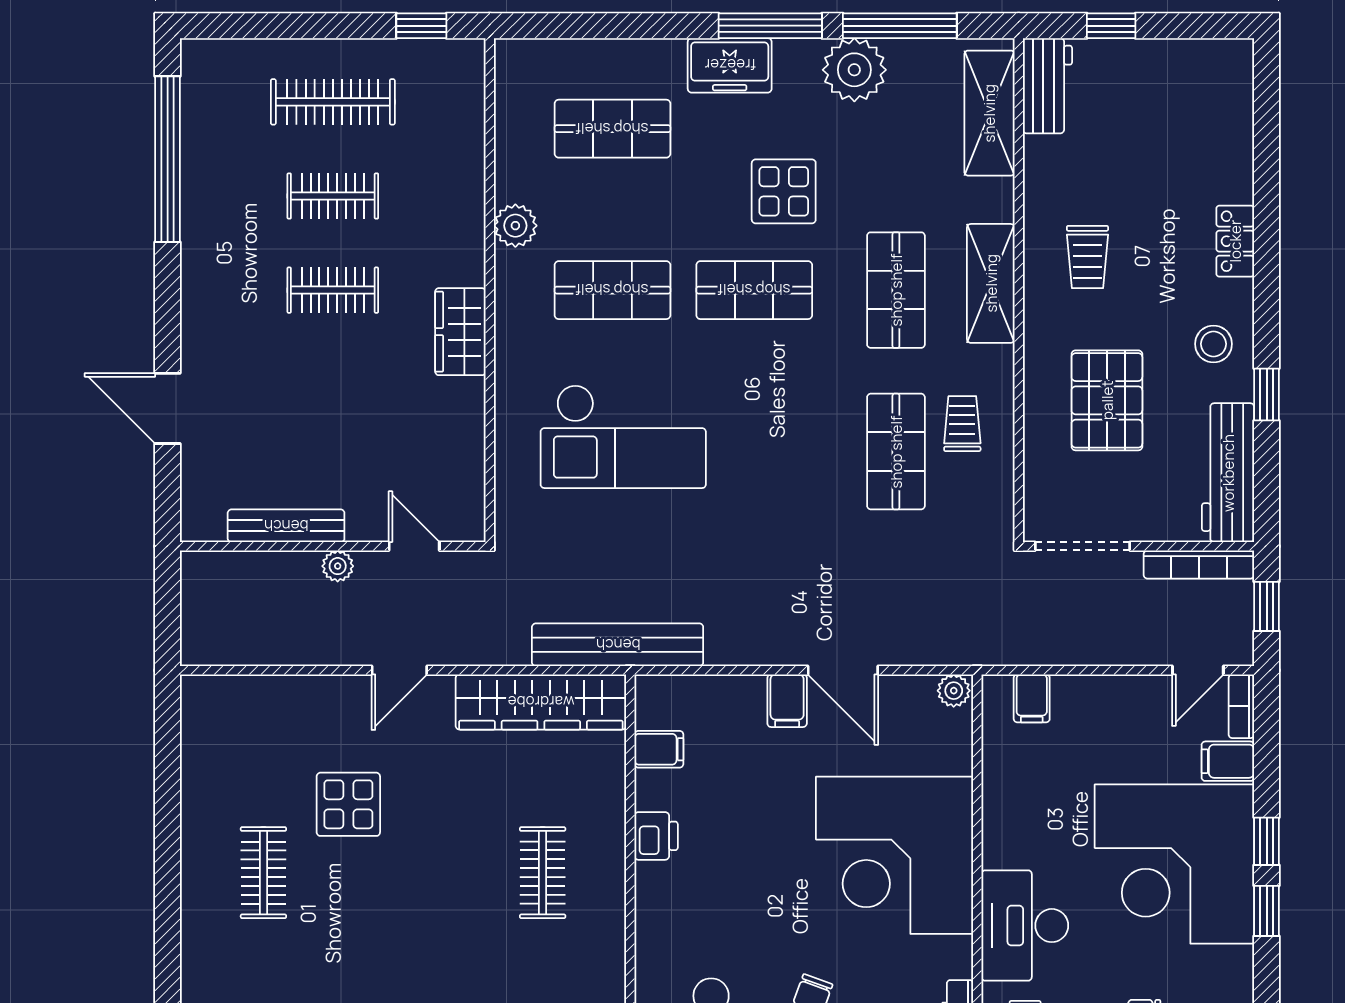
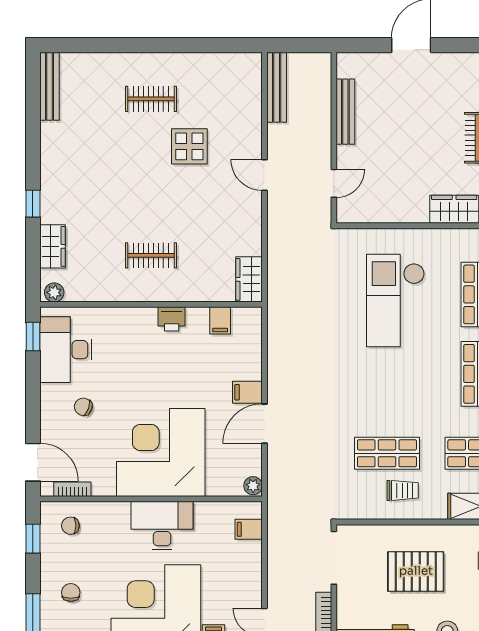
plant: (338, 566) -> (323, 140), removed
bench: (618, 645) -> (277, 87), moved, width x0.73, depth x0.82
wardrobe: (541, 702) -> (249, 279), width x0.48, depth x0.85
desk: (1025, 926) -> (162, 526), moved

